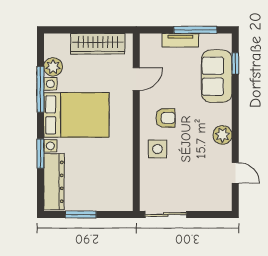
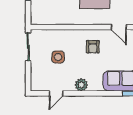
side table: (157, 149) -> (58, 57), moved

